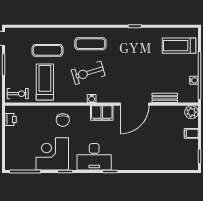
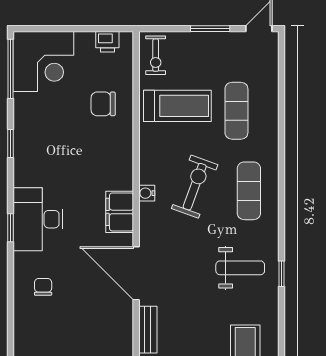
weight bench: (132, 48) -> (240, 268), added
exercise bike: (88, 73) -> (195, 187), turned 37
chair: (63, 120) -> (103, 104), moved
corner desk: (52, 154) -> (43, 61), moved, turned 90
chair: (142, 154) -> (43, 287), added
desk: (94, 157) -> (38, 219), moved

